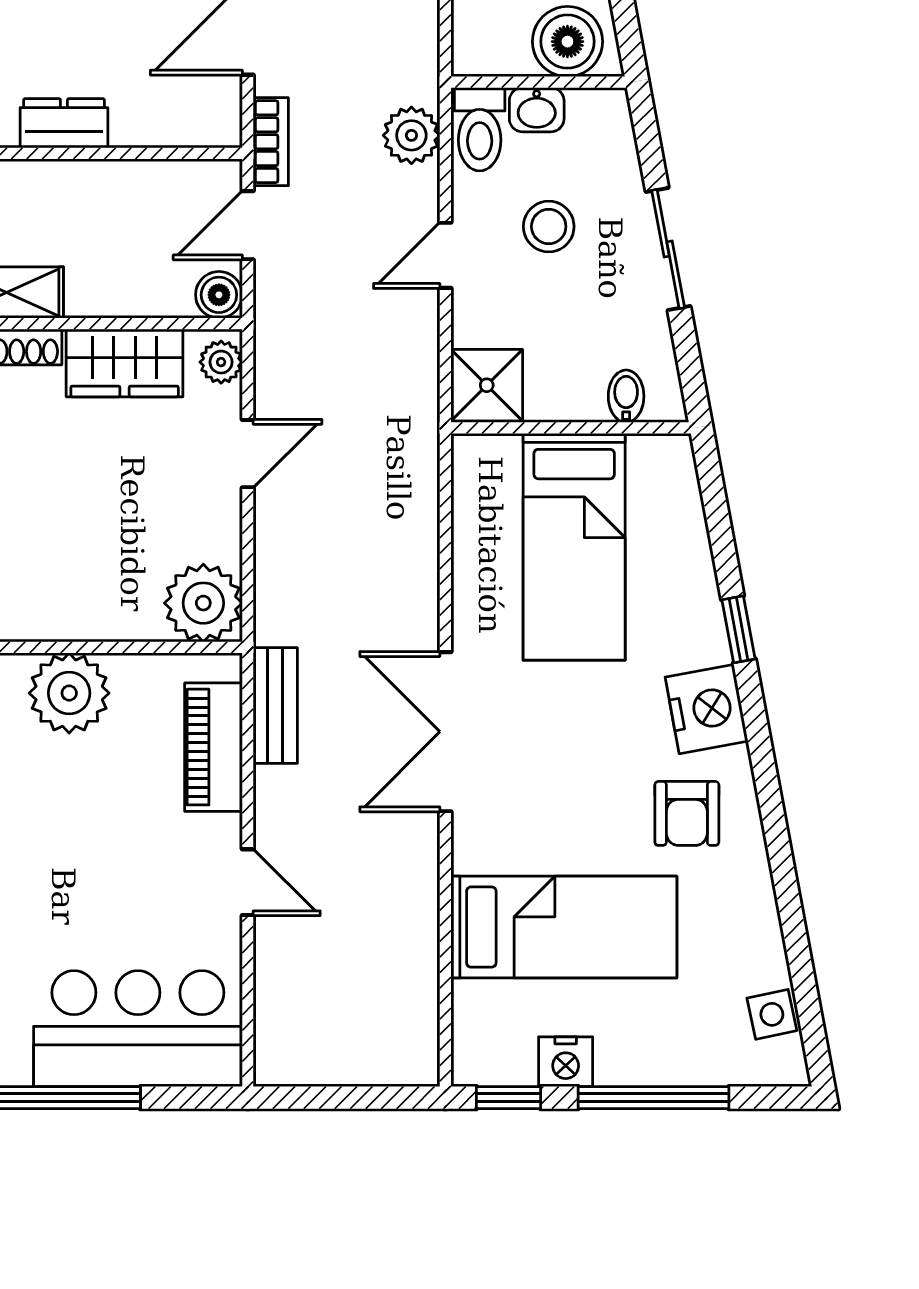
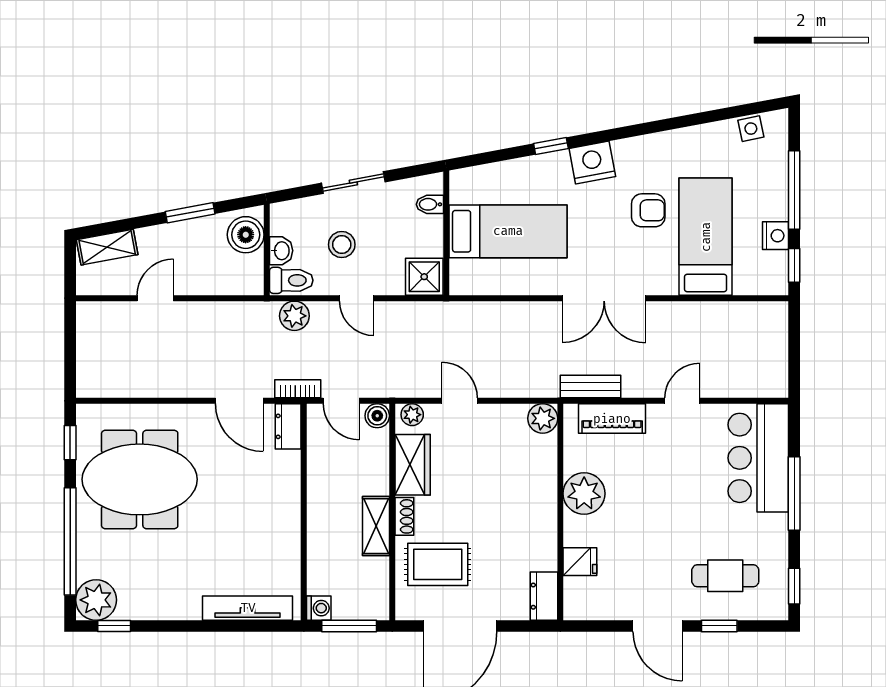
dresser: (64, 123) -> (288, 426), moved
plant: (203, 603) -> (543, 418), width x0.73, depth x0.73
armchair: (687, 813) -> (648, 210), moved

